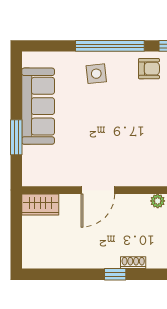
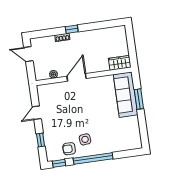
side table: (96, 74) -> (85, 139), moved
sofa: (38, 106) -> (126, 95), moved
door: (98, 190) -> (77, 77), moved

